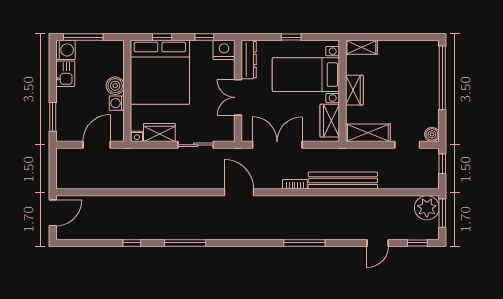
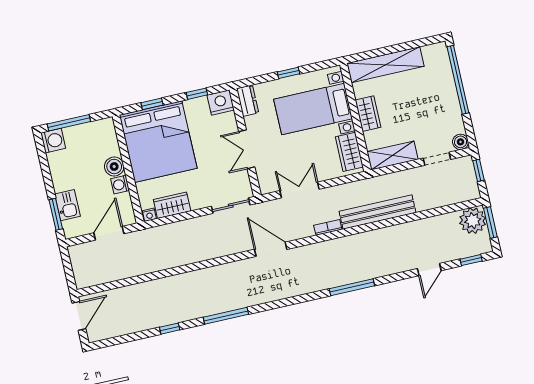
shelving: (361, 47) -> (386, 65), width x2.20, depth x1.33
dresser: (249, 60) -> (248, 101), width x0.70
kitchen sink: (65, 74) -> (67, 205), moved
sliding door: (196, 145) -> (231, 206), moved
double door: (277, 145) -> (300, 190), width x0.73

